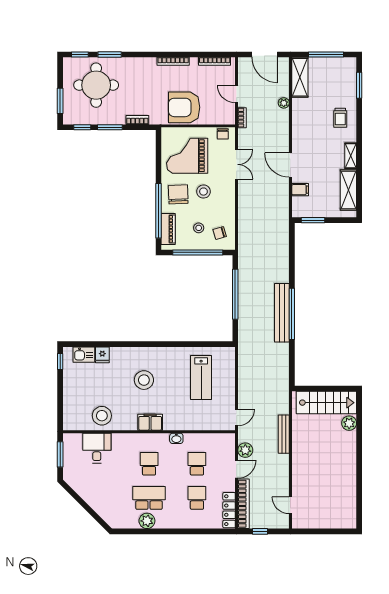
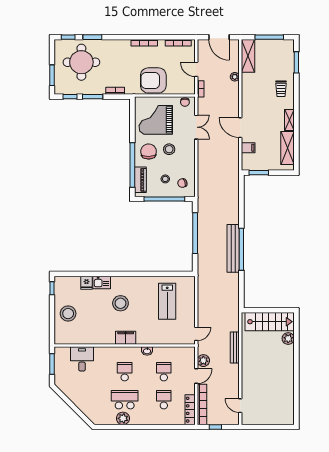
kitchen sink: (84, 355) -> (102, 282), moved
stool: (102, 416) -> (68, 314), moved

